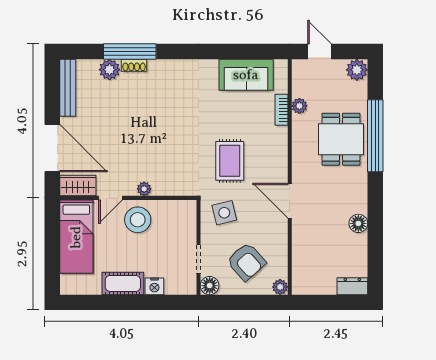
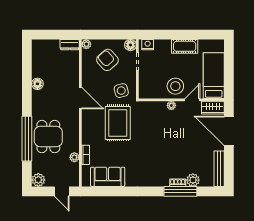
rug: (230, 161) -> (118, 123), width x1.36, depth x1.43
nightstand: (154, 286) -> (148, 45), moved
dresser: (352, 286) -> (70, 45), moved

